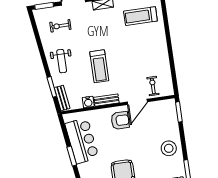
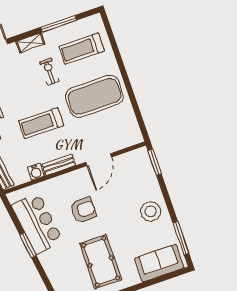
exercise mat: (143, 54) -> (94, 96), added
treadmill: (99, 66) -> (41, 123), turned 90
exercise bike: (153, 86) -> (49, 72), moved
armchair: (120, 120) -> (83, 210), moved

